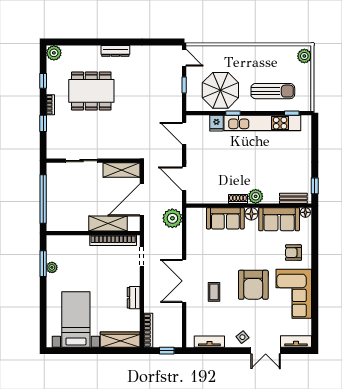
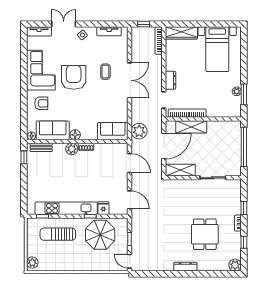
dining table: (91, 91) -> (205, 234), width x0.73
sofa: (225, 218) -> (113, 131), moved
dresser: (134, 298) -> (170, 80), moved

